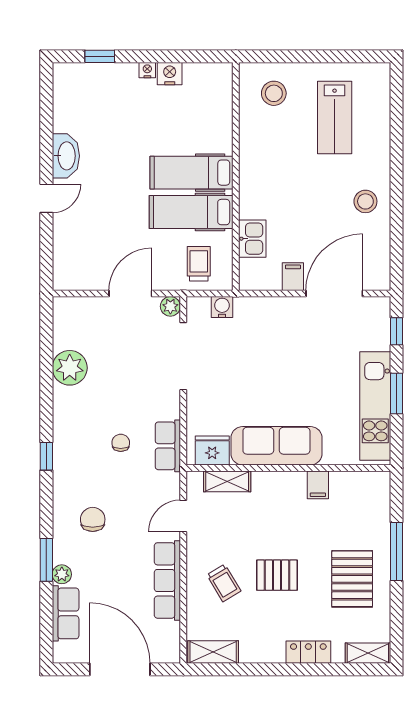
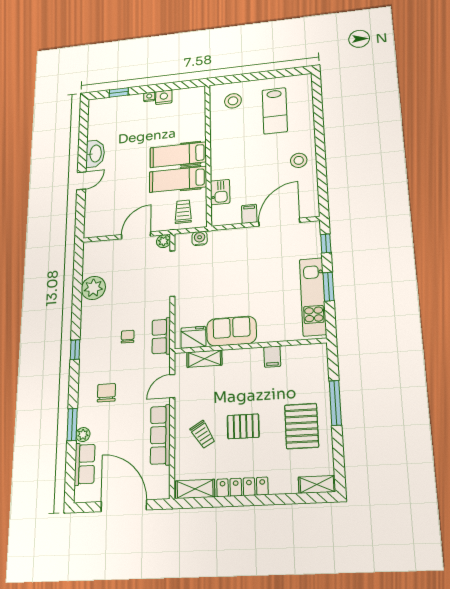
sofa: (276, 446) -> (232, 331), width x0.73
locker: (308, 652) -> (242, 487), moved, width x1.53

